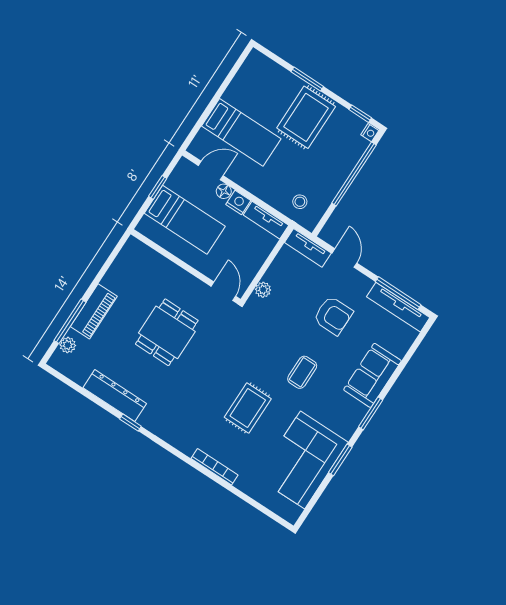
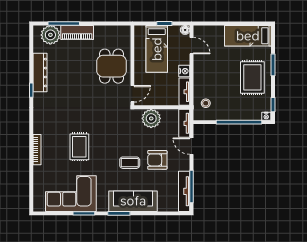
rug: (306, 117) -> (252, 77), turned 90
bed: (241, 132) -> (248, 36), moved, turned 90
floor lamp: (224, 191) -> (185, 30), moved
door: (344, 258) -> (192, 146), swing flipped
plant: (263, 290) -> (151, 118), width x1.88, depth x1.88
armchair: (333, 316) -> (157, 160), turned 90
dining table: (167, 332) -> (112, 66), moved, turned 90
plant: (68, 345) -> (50, 35), width x1.88, depth x1.88
coffee table: (302, 372) -> (130, 163), moved
sofa: (372, 375) -> (133, 201), width x1.36
rug: (248, 408) -> (79, 147), turned 90

